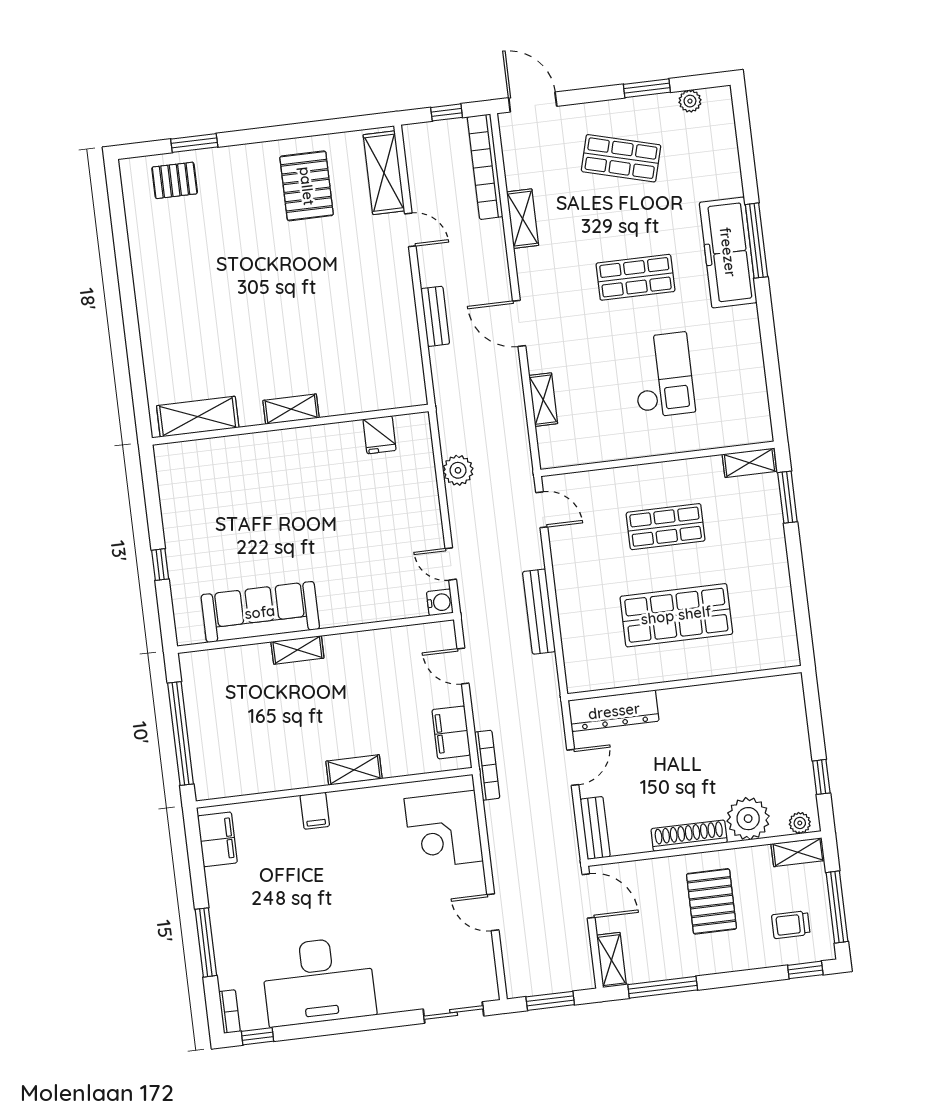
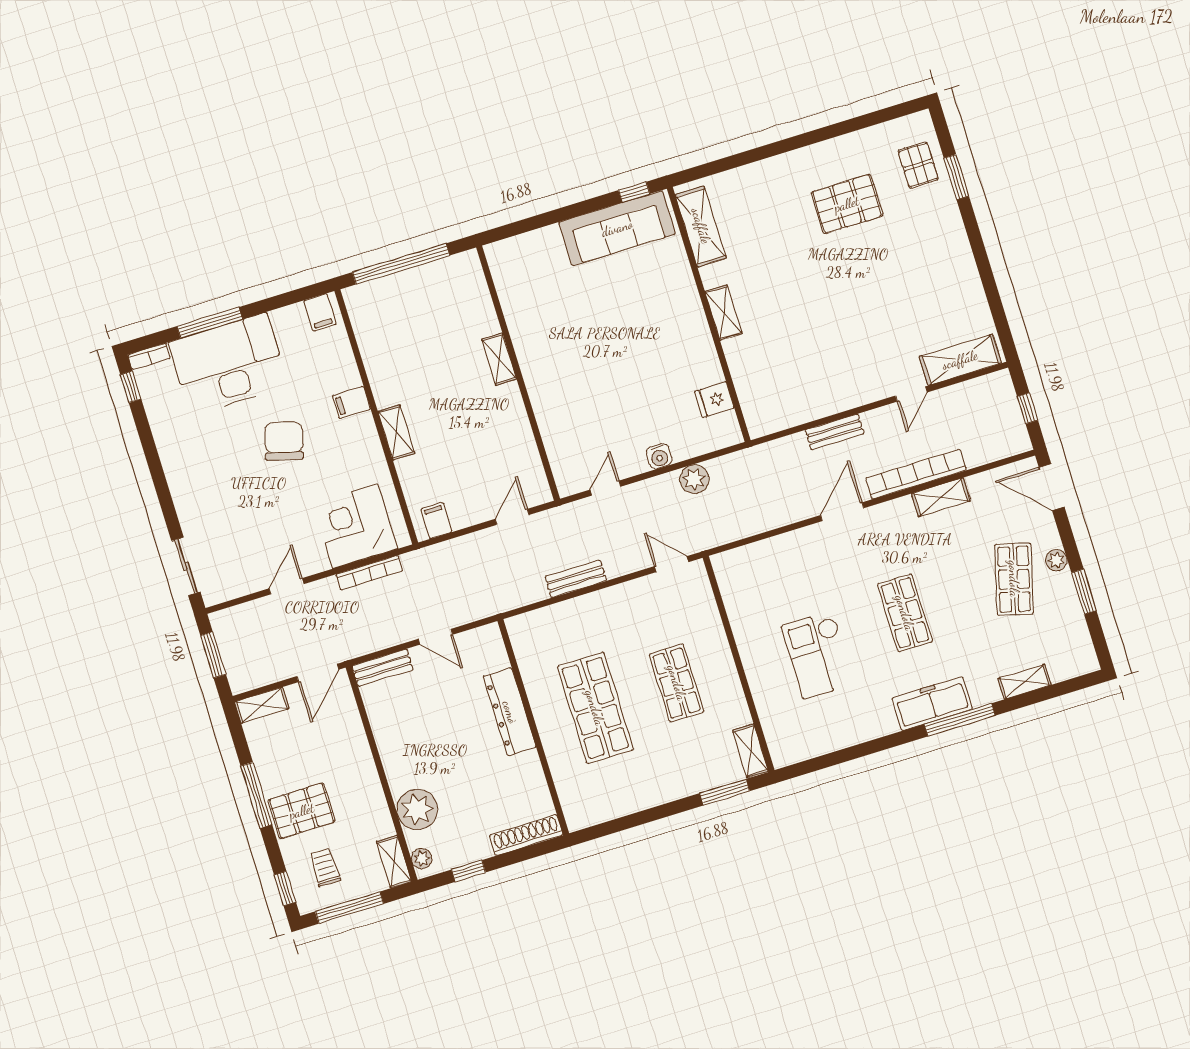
plant: (690, 101) -> (1056, 560), moved
door: (533, 102) -> (1052, 487), swing flipped
bookcase: (485, 167) -> (916, 474), moved
pallet: (307, 186) -> (847, 204), moved
freezer: (728, 252) -> (932, 704), width x0.73, depth x0.79
checkout: (663, 375) -> (818, 655), turned 90
shelving: (543, 400) -> (1025, 682), moved
door: (542, 510) -> (672, 564), swing flipped
window: (160, 565) -> (634, 192), moved
water cooler: (440, 602) -> (659, 456), moved
sofa: (260, 612) -> (617, 228), moved, turned 90
bench: (539, 612) -> (576, 579), width x0.73
dresser: (614, 711) -> (510, 712), moved
filing cabinet: (451, 732) -> (437, 520), width x0.50
bookcase: (487, 765) -> (369, 573), moved
shoe rack: (689, 836) -> (526, 835), moved, turned -90
filing cabinet: (217, 839) -> (320, 312), width x0.50
chair: (342, 888) -> (284, 441), added
pallet: (711, 901) -> (302, 811), moved
desk: (319, 981) -> (229, 364), moved, turned 90
window: (663, 987) -> (256, 795), moved

